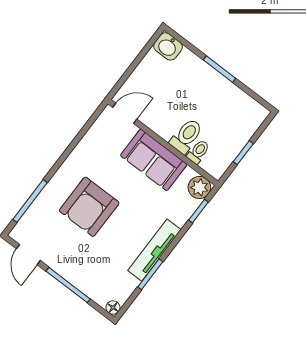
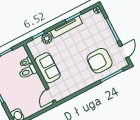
door: (125, 113) -> (51, 95), hinge flipped
plant: (199, 187) -> (47, 38), moved
armchair: (89, 207) -> (100, 61), moved, turned 180

